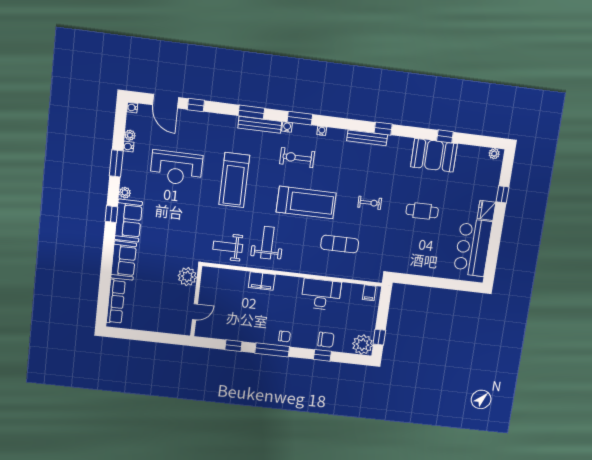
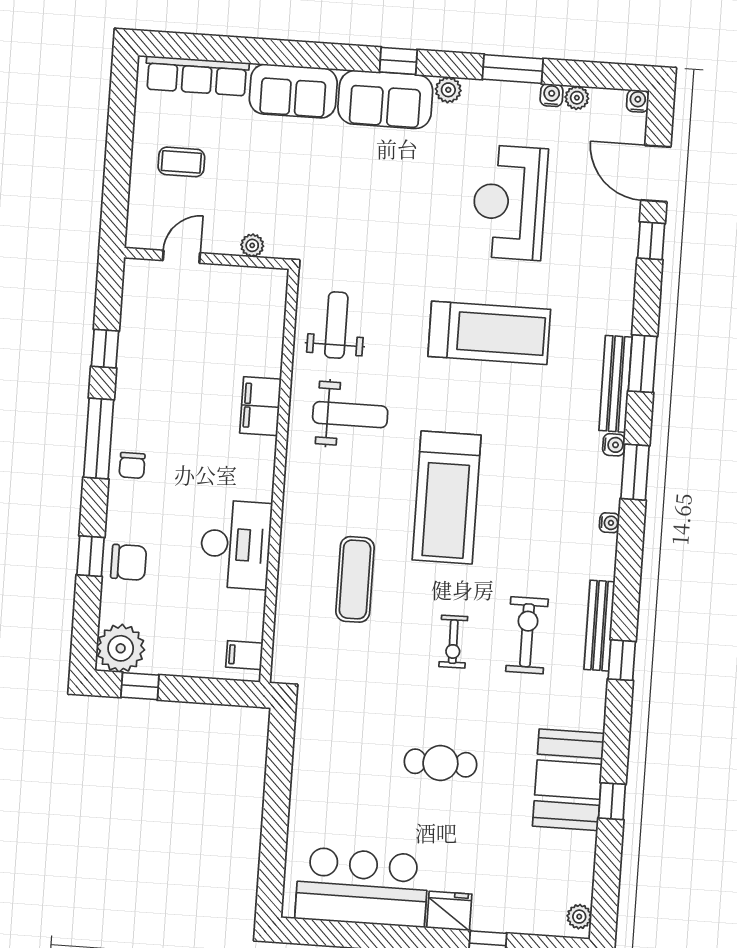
door: (166, 101) -> (656, 174), hinge flipped
exercise bike: (297, 158) -> (527, 635), moved
treadmill: (234, 180) -> (489, 333), turned 180
cafe table: (422, 211) -> (440, 763), turned 90
plant: (187, 277) -> (252, 245), width x0.53, depth x0.53
coffee table: (153, 310) -> (181, 162), added
door: (195, 312) -> (181, 257), swing flipped
chair: (326, 340) -> (129, 562), turned -90

